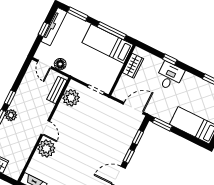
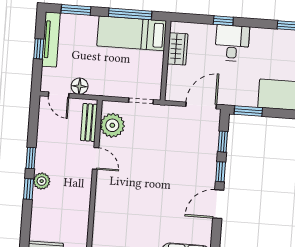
door: (45, 128) -> (96, 158), moved
plant: (46, 148) -> (107, 206), removed

